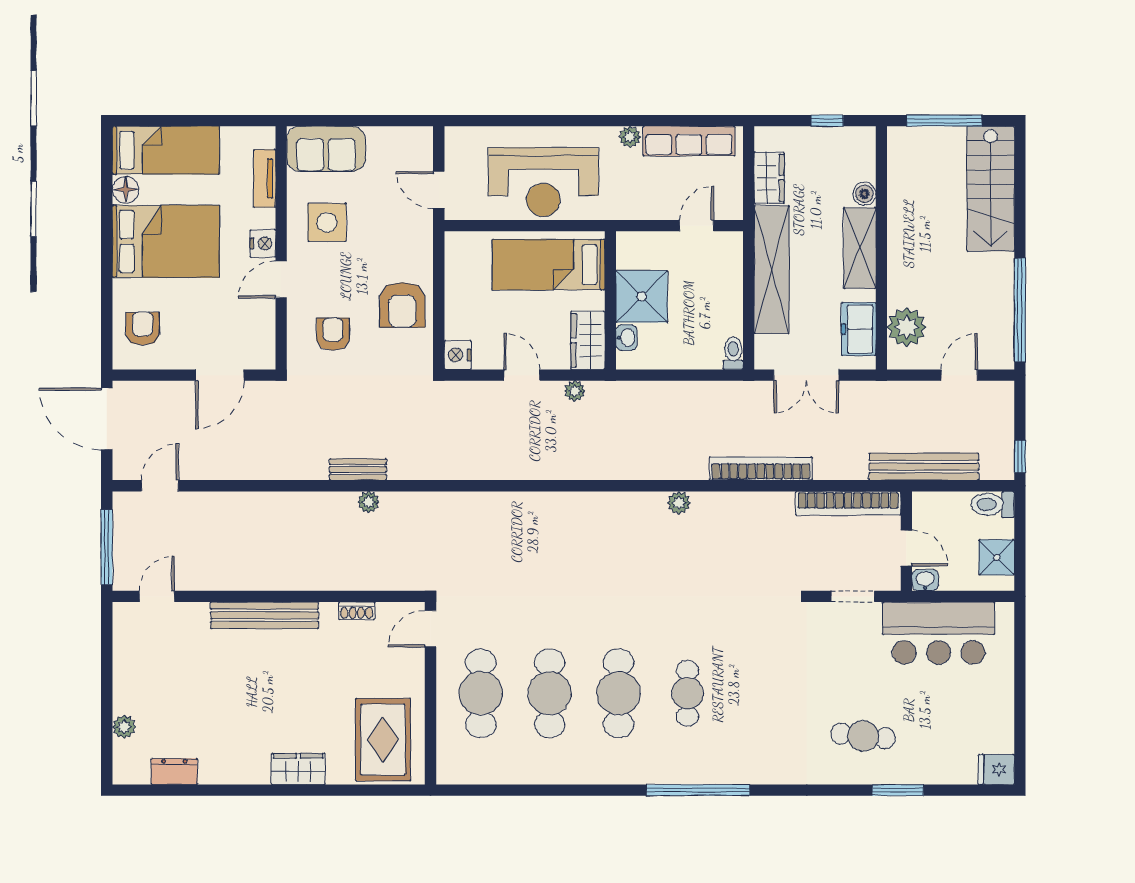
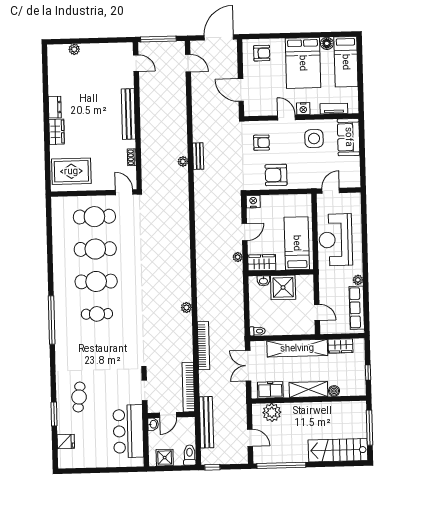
fridge: (996, 769) -> (66, 442), moved, turned 90
dresser: (174, 771) -> (55, 107), moved

